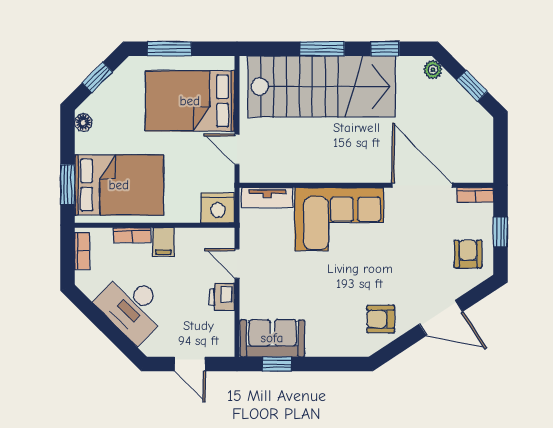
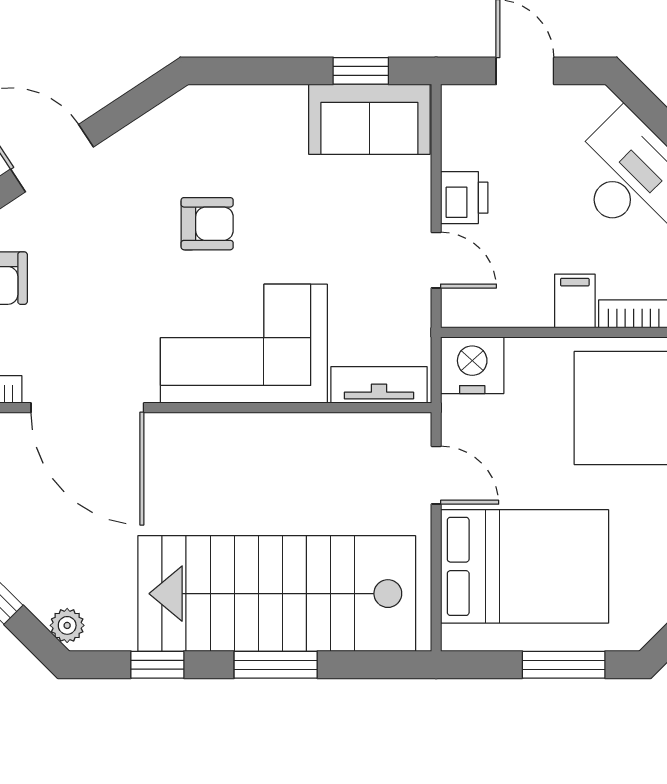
armchair: (381, 319) -> (207, 224), moved

